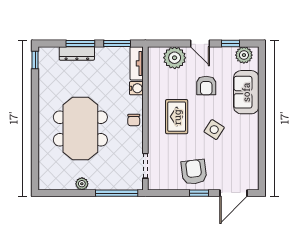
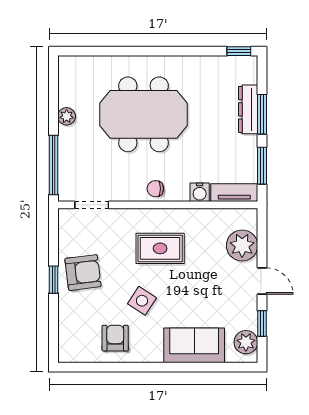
door: (200, 43) -> (262, 281), swing flipped
armchair: (206, 86) -> (115, 338), moved, turned 90
door: (233, 193) -> (53, 328), removed

